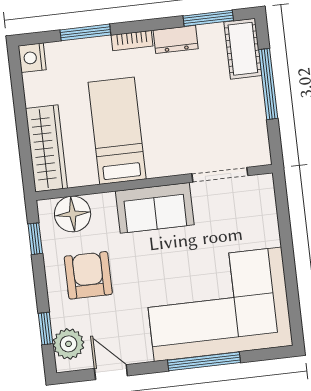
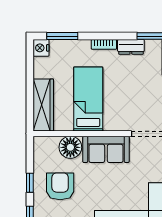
window: (85, 32) -> (62, 36), moved
floor lamp: (73, 214) -> (70, 147), moved
window: (35, 239) -> (30, 183), moved

